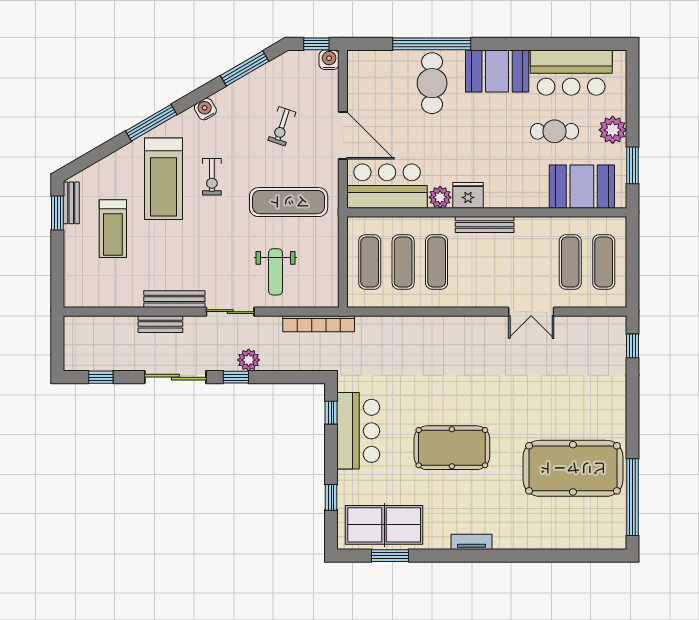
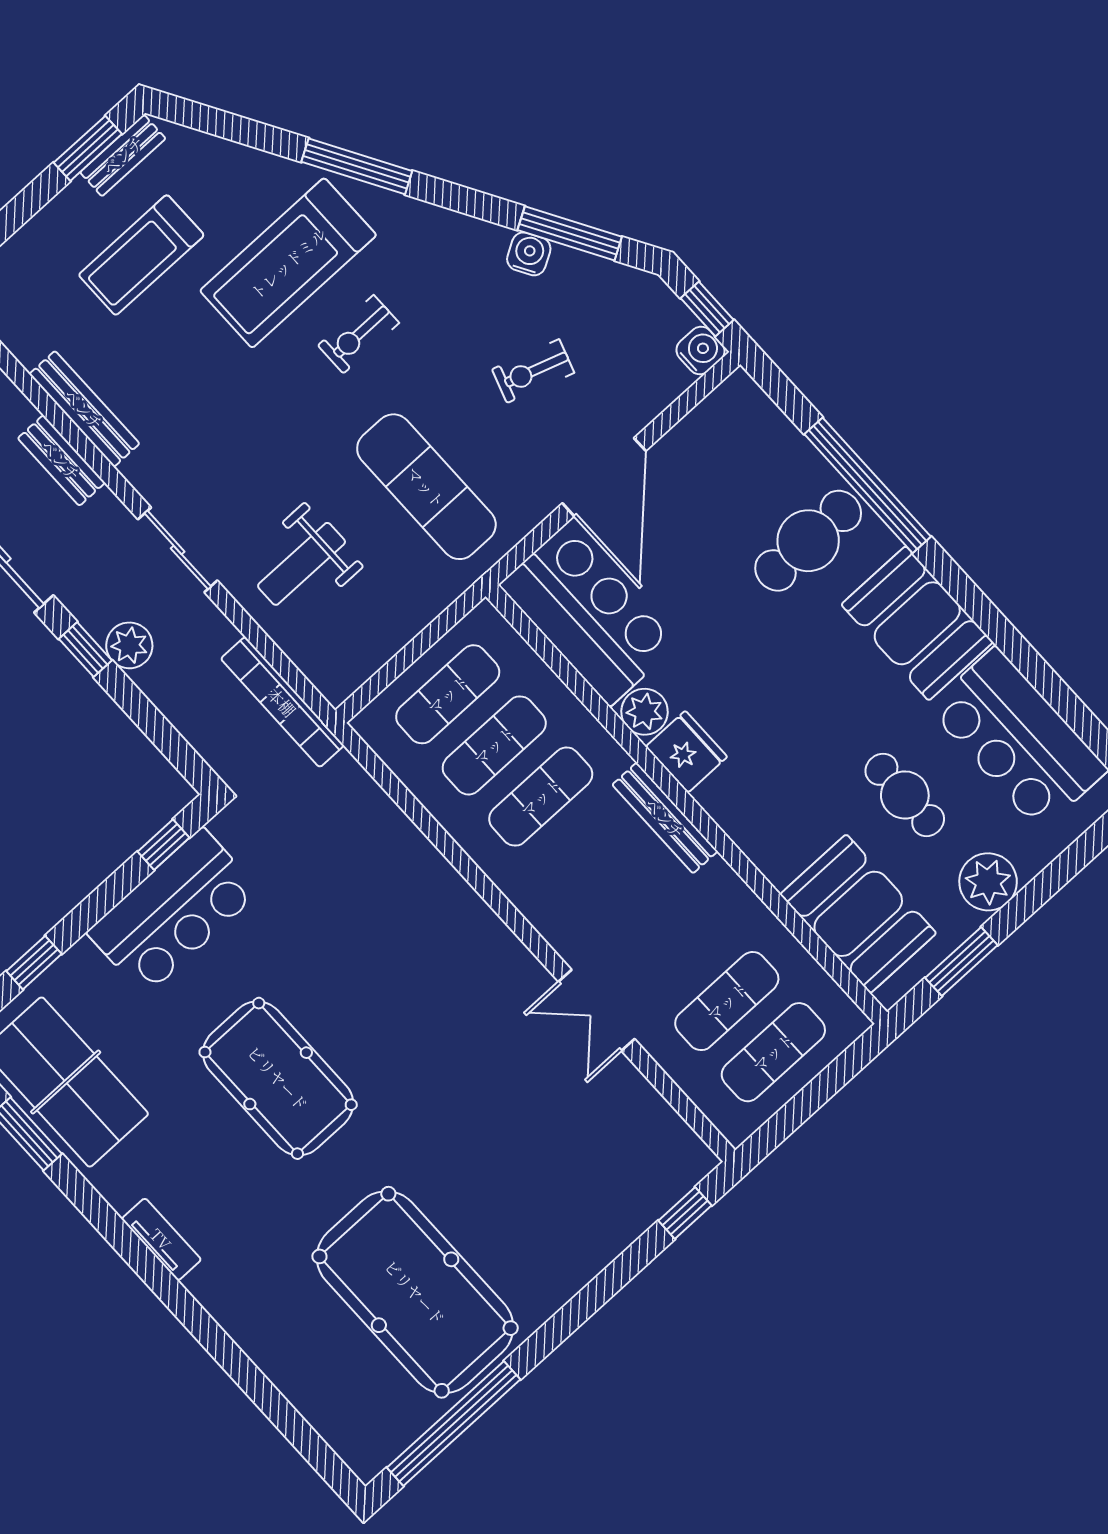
water cooler: (205, 109) -> (529, 254), moved
bench: (174, 299) -> (84, 409), moved

